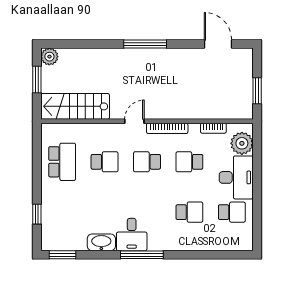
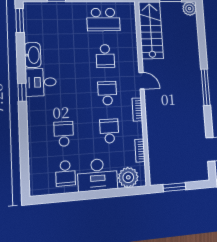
bookcase: (167, 128) -> (137, 110), width x0.64
school desk: (189, 212) -> (64, 134), turned 180
window: (142, 255) -> (22, 92), width x0.46

